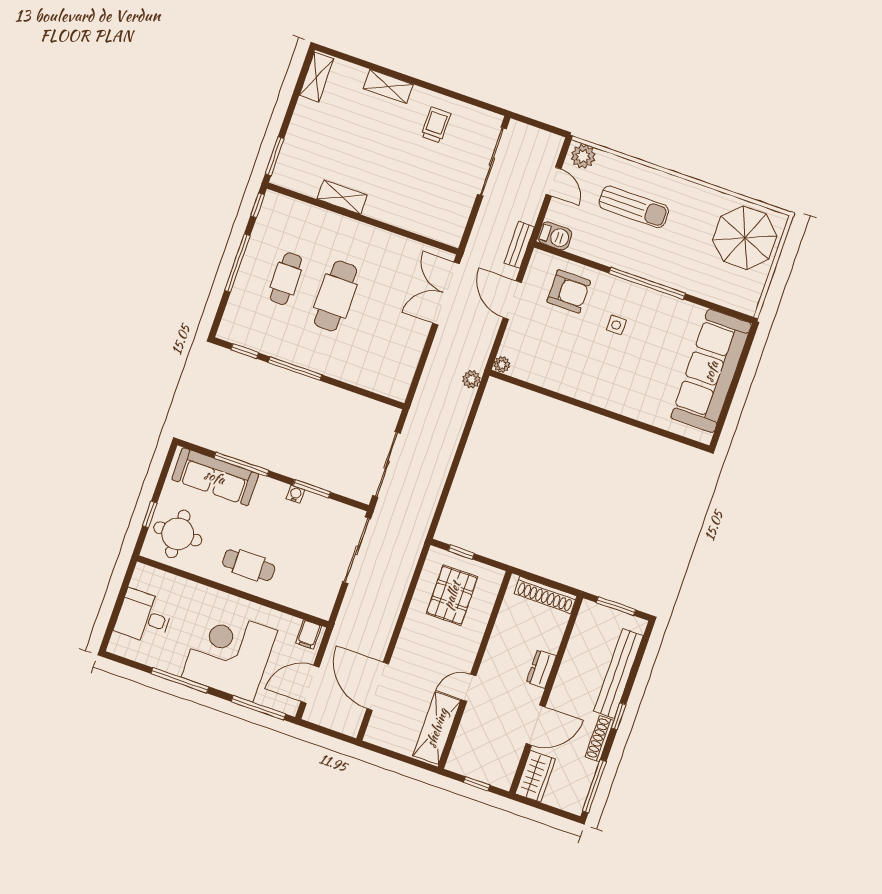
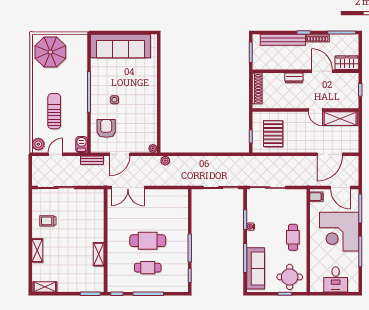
pallet: (452, 595) -> (273, 134), turned 90

